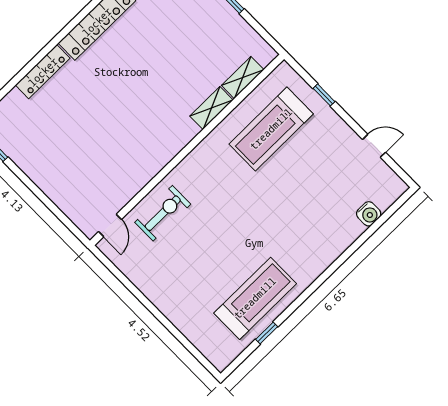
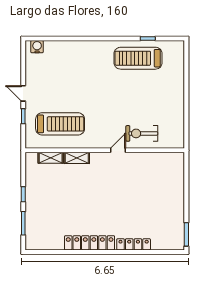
door: (374, 146) -> (23, 93), moved
water cooler: (369, 214) -> (37, 47), moved
door: (110, 225) -> (118, 150), moved

